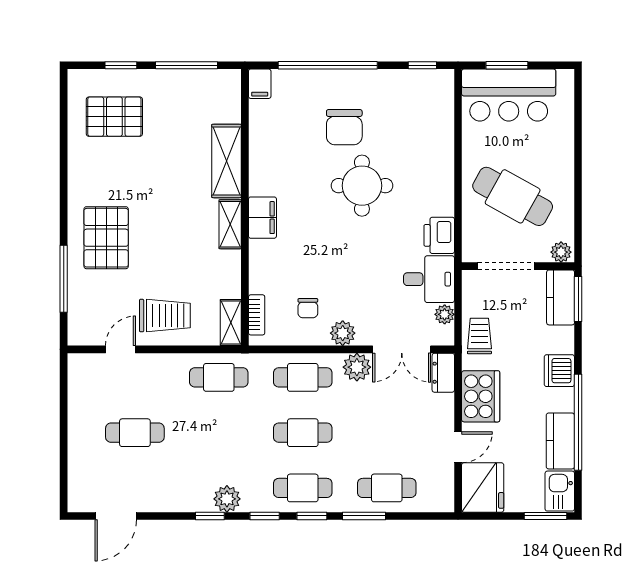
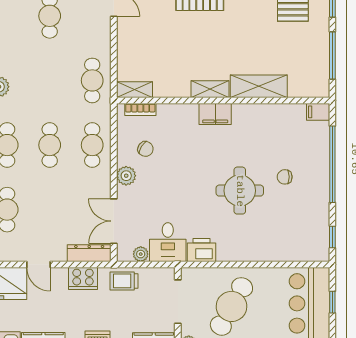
window: (507, 65) -> (332, 302), width x0.67
chair: (344, 127) -> (285, 177), width x0.54, depth x0.54
chair: (308, 308) -> (145, 149), turned -147
trolley: (165, 316) -> (140, 39), removed
trolley: (479, 336) -> (124, 281), turned 180
plant: (357, 367) -> (100, 187), removed
dresser: (443, 373) -> (89, 253), width x1.44
cooker: (481, 396) -> (83, 278), width x0.73, depth x0.76

